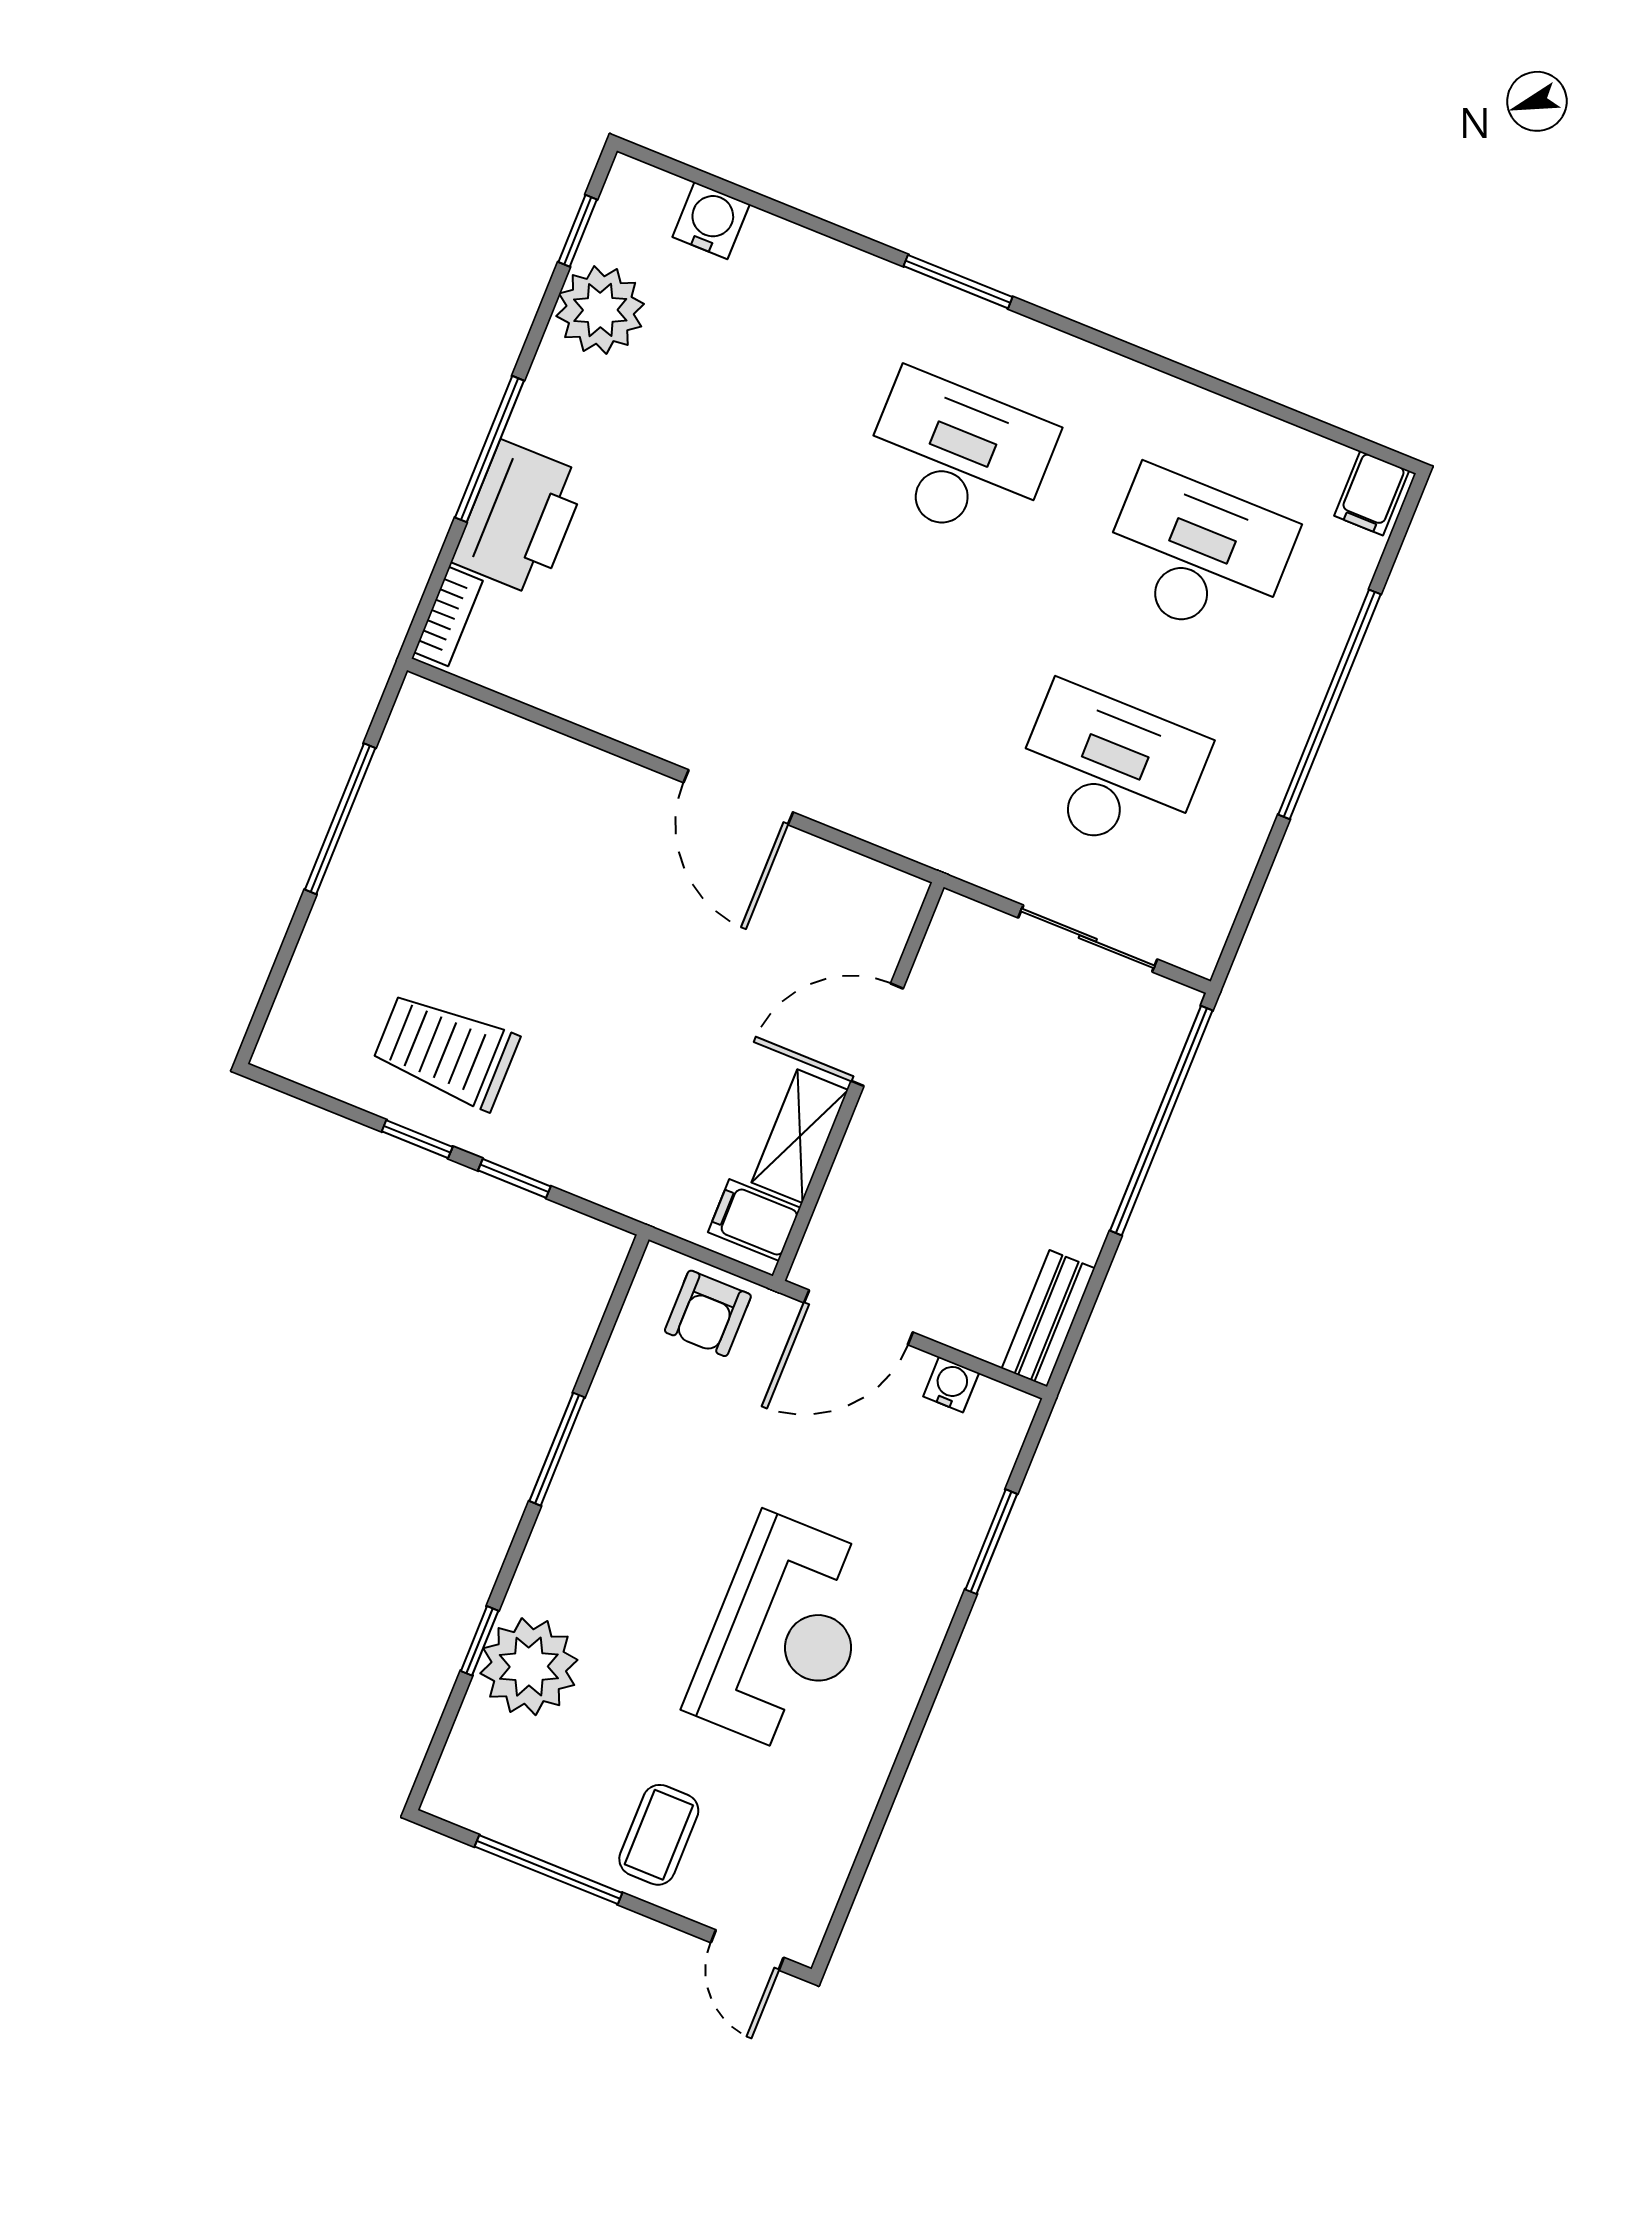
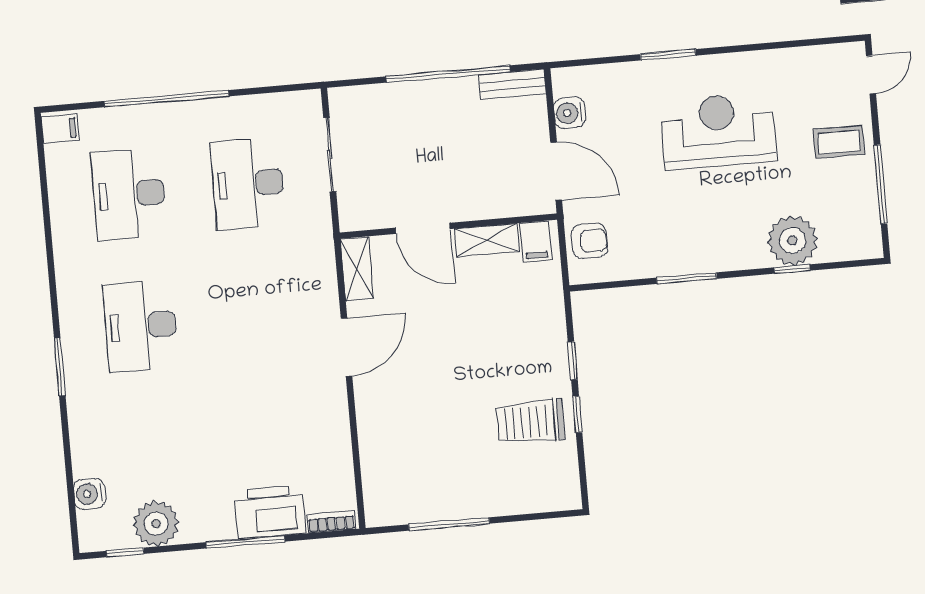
shelving: (865, 885) -> (357, 269), added
trolley: (446, 1051) -> (530, 422), turned 90
window: (1161, 1121) -> (448, 74), moved
water cooler: (951, 1385) -> (570, 113), width x1.38, depth x1.38
window: (991, 1542) -> (668, 55), moved

